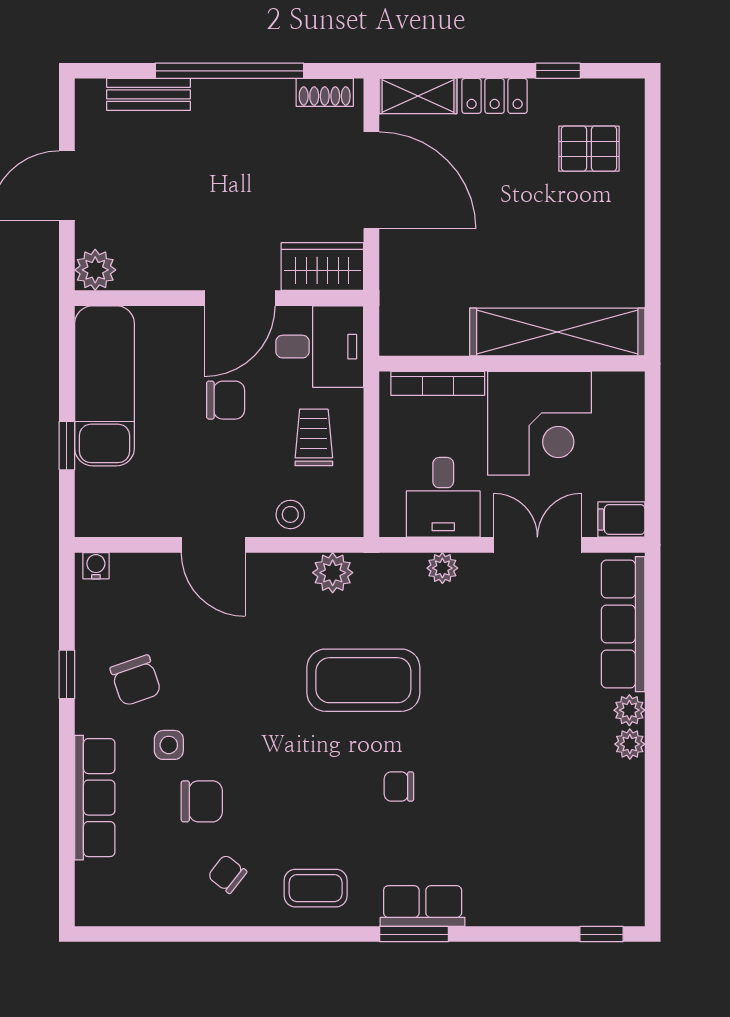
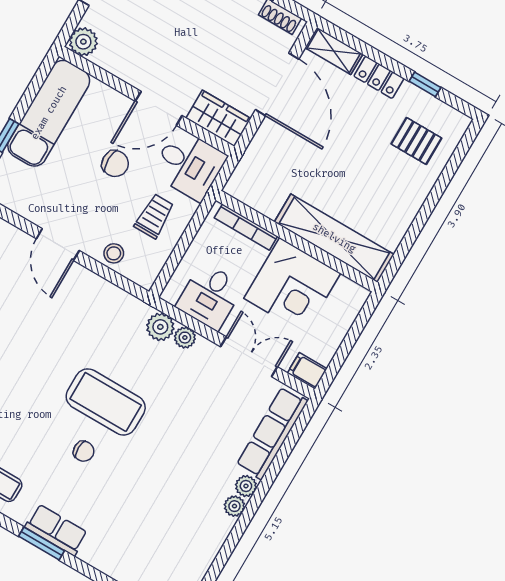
plant: (333, 573) -> (160, 327), moved
coffee table: (363, 680) -> (106, 402), moved
chair: (399, 786) -> (84, 451), turned 180

